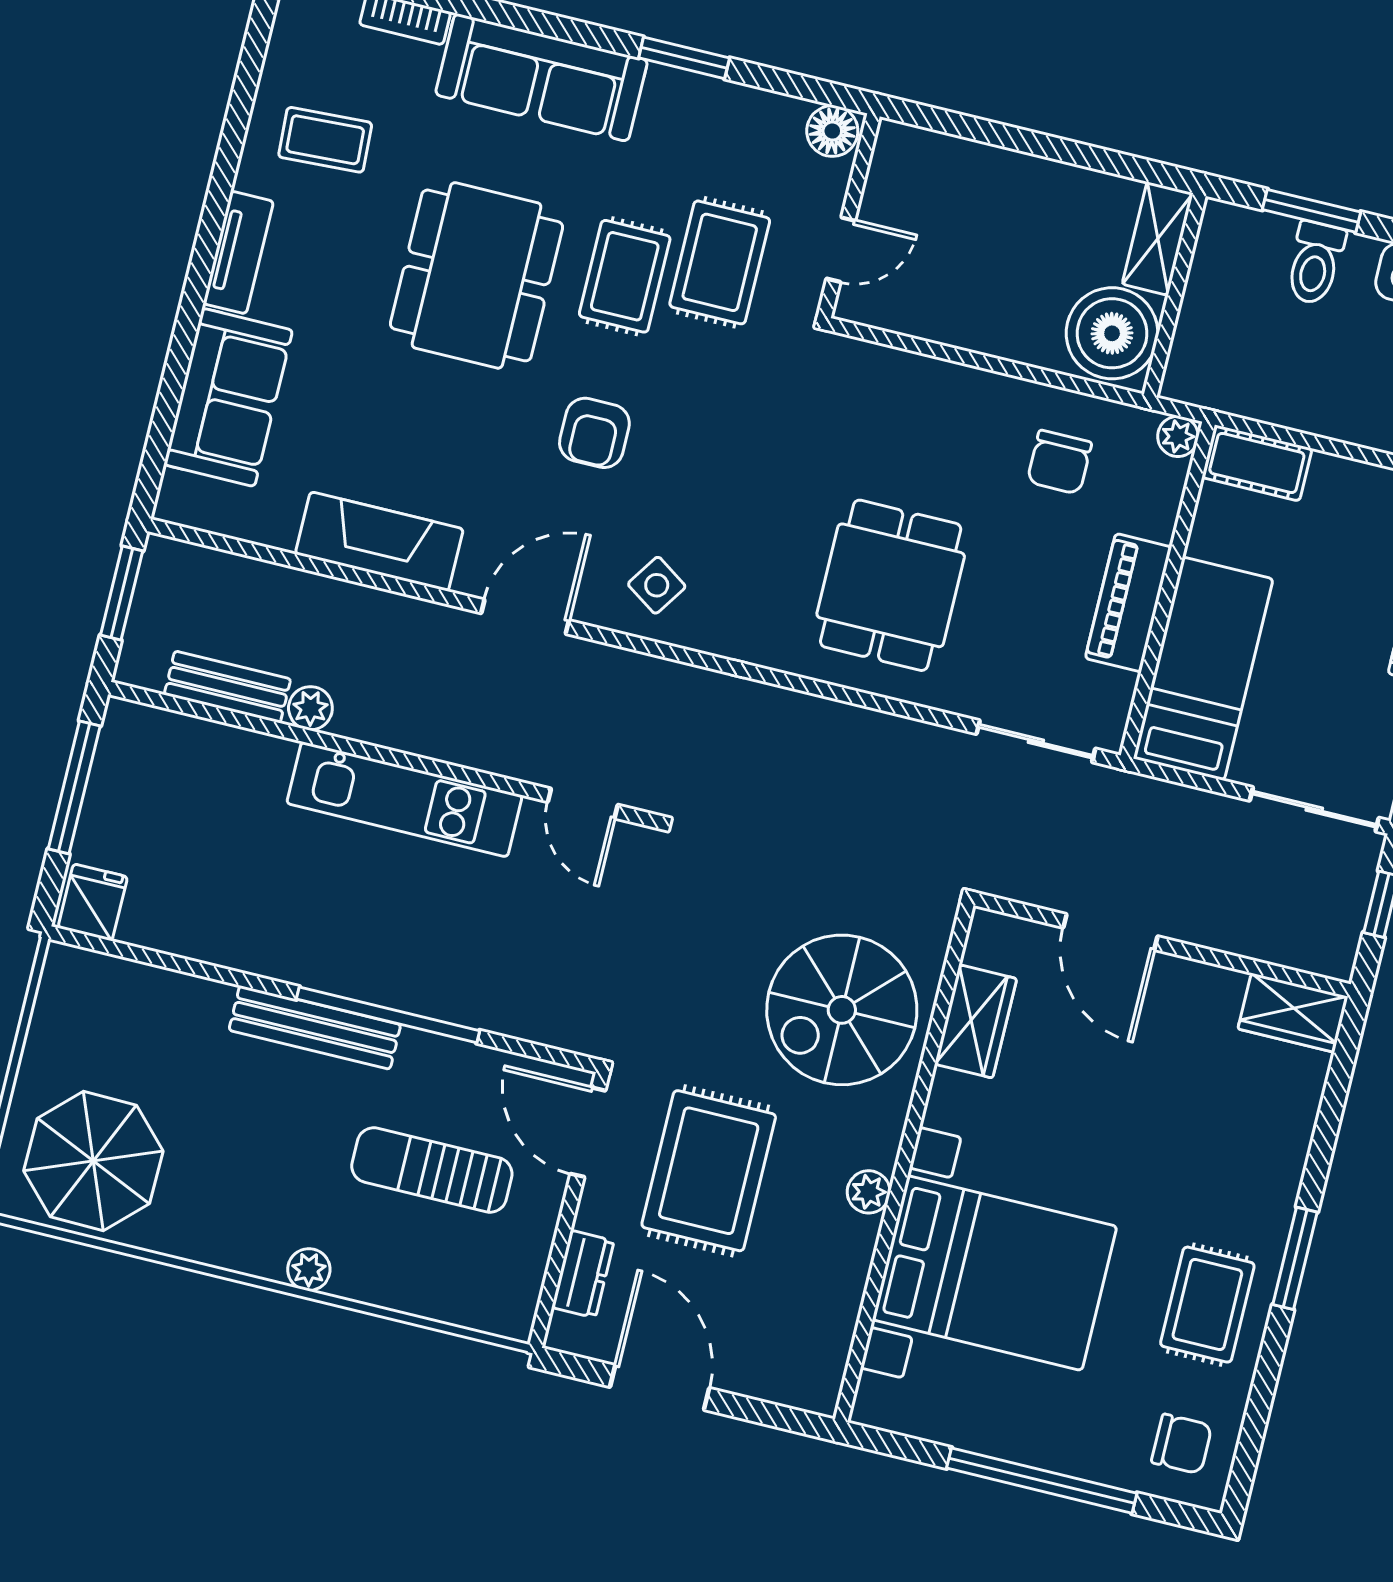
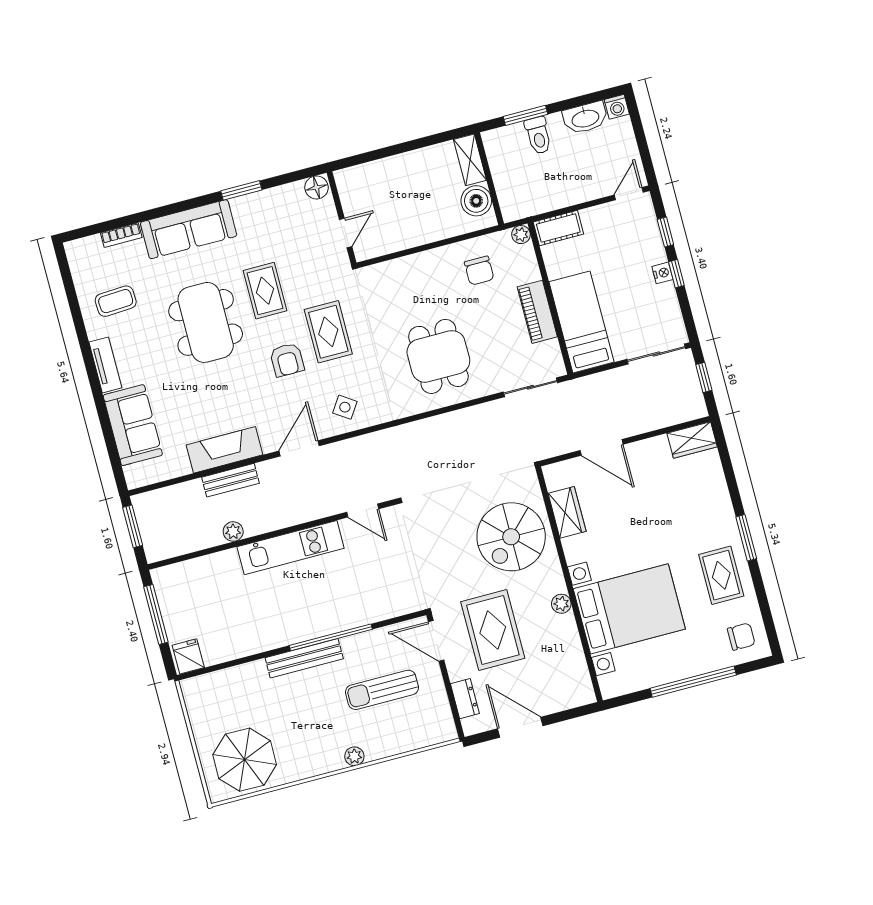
rug: (720, 262) -> (328, 332), moved
boiler: (1112, 333) -> (476, 201), width x0.73, depth x0.73
bench: (227, 687) -> (230, 480), moved

